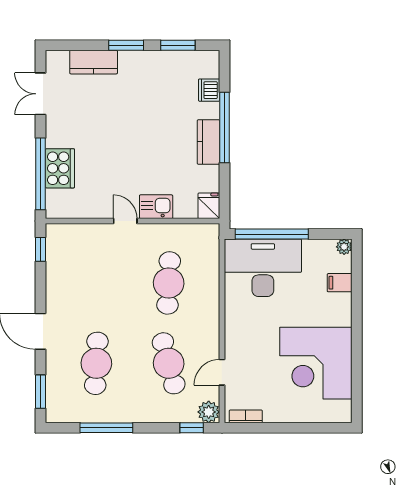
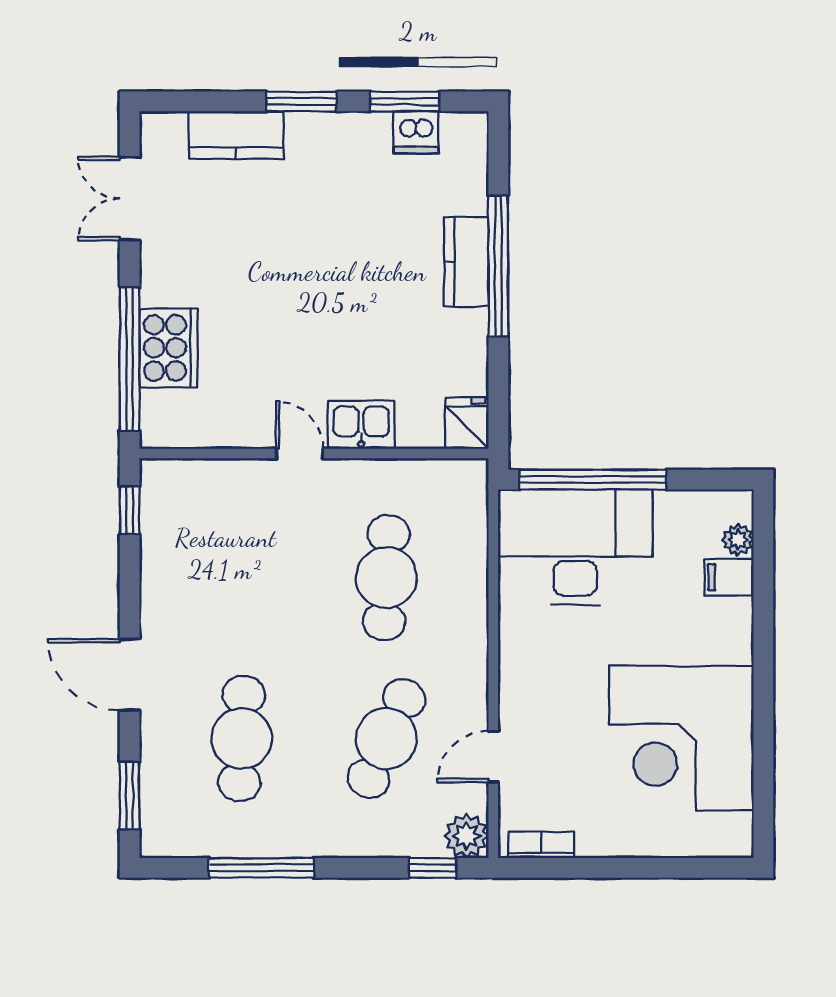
dishwasher: (209, 90) -> (416, 132), moved, turned -90
kitchen counter: (208, 142) -> (466, 262), moved
plant: (344, 247) -> (738, 540), moved
cafe table: (169, 363) -> (386, 739), turned 39

